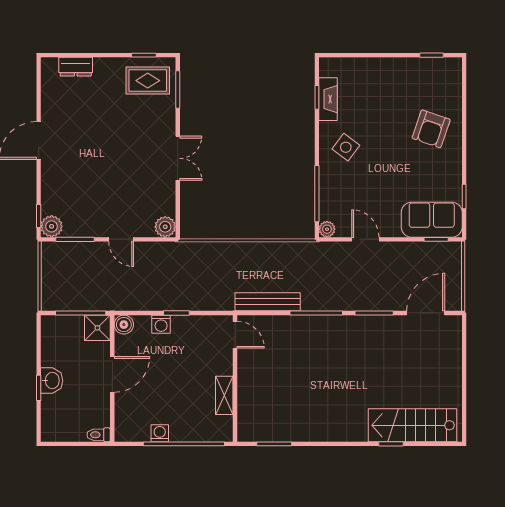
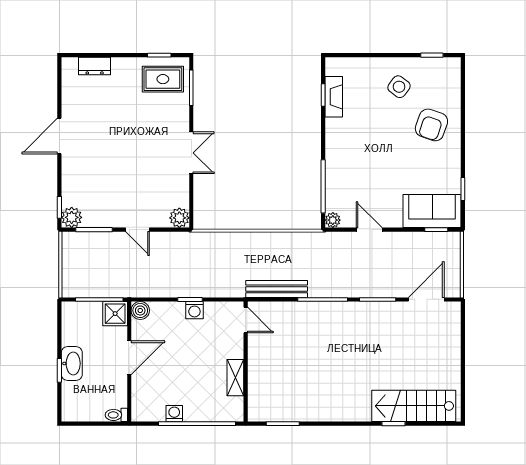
side table: (346, 147) -> (399, 87), moved
washing machine: (161, 324) -> (194, 310), moved
washbasin: (52, 381) -> (72, 363), width x1.38

